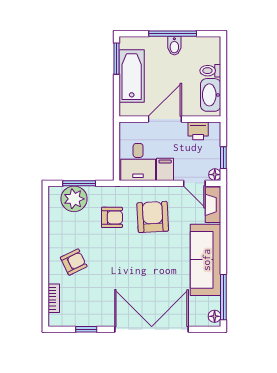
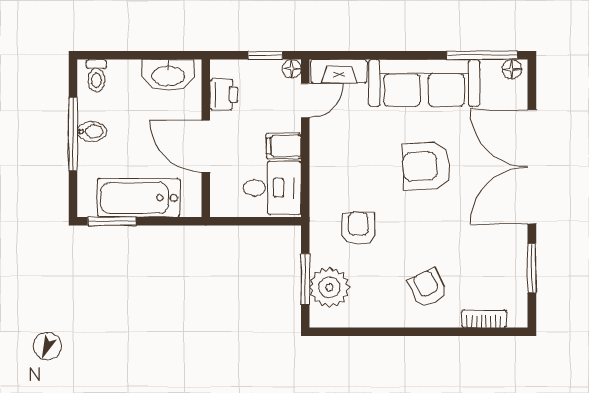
toilet: (210, 71) -> (96, 76), moved
armchair: (153, 217) -> (427, 166), moved
window: (86, 329) -> (532, 268), width x1.50

